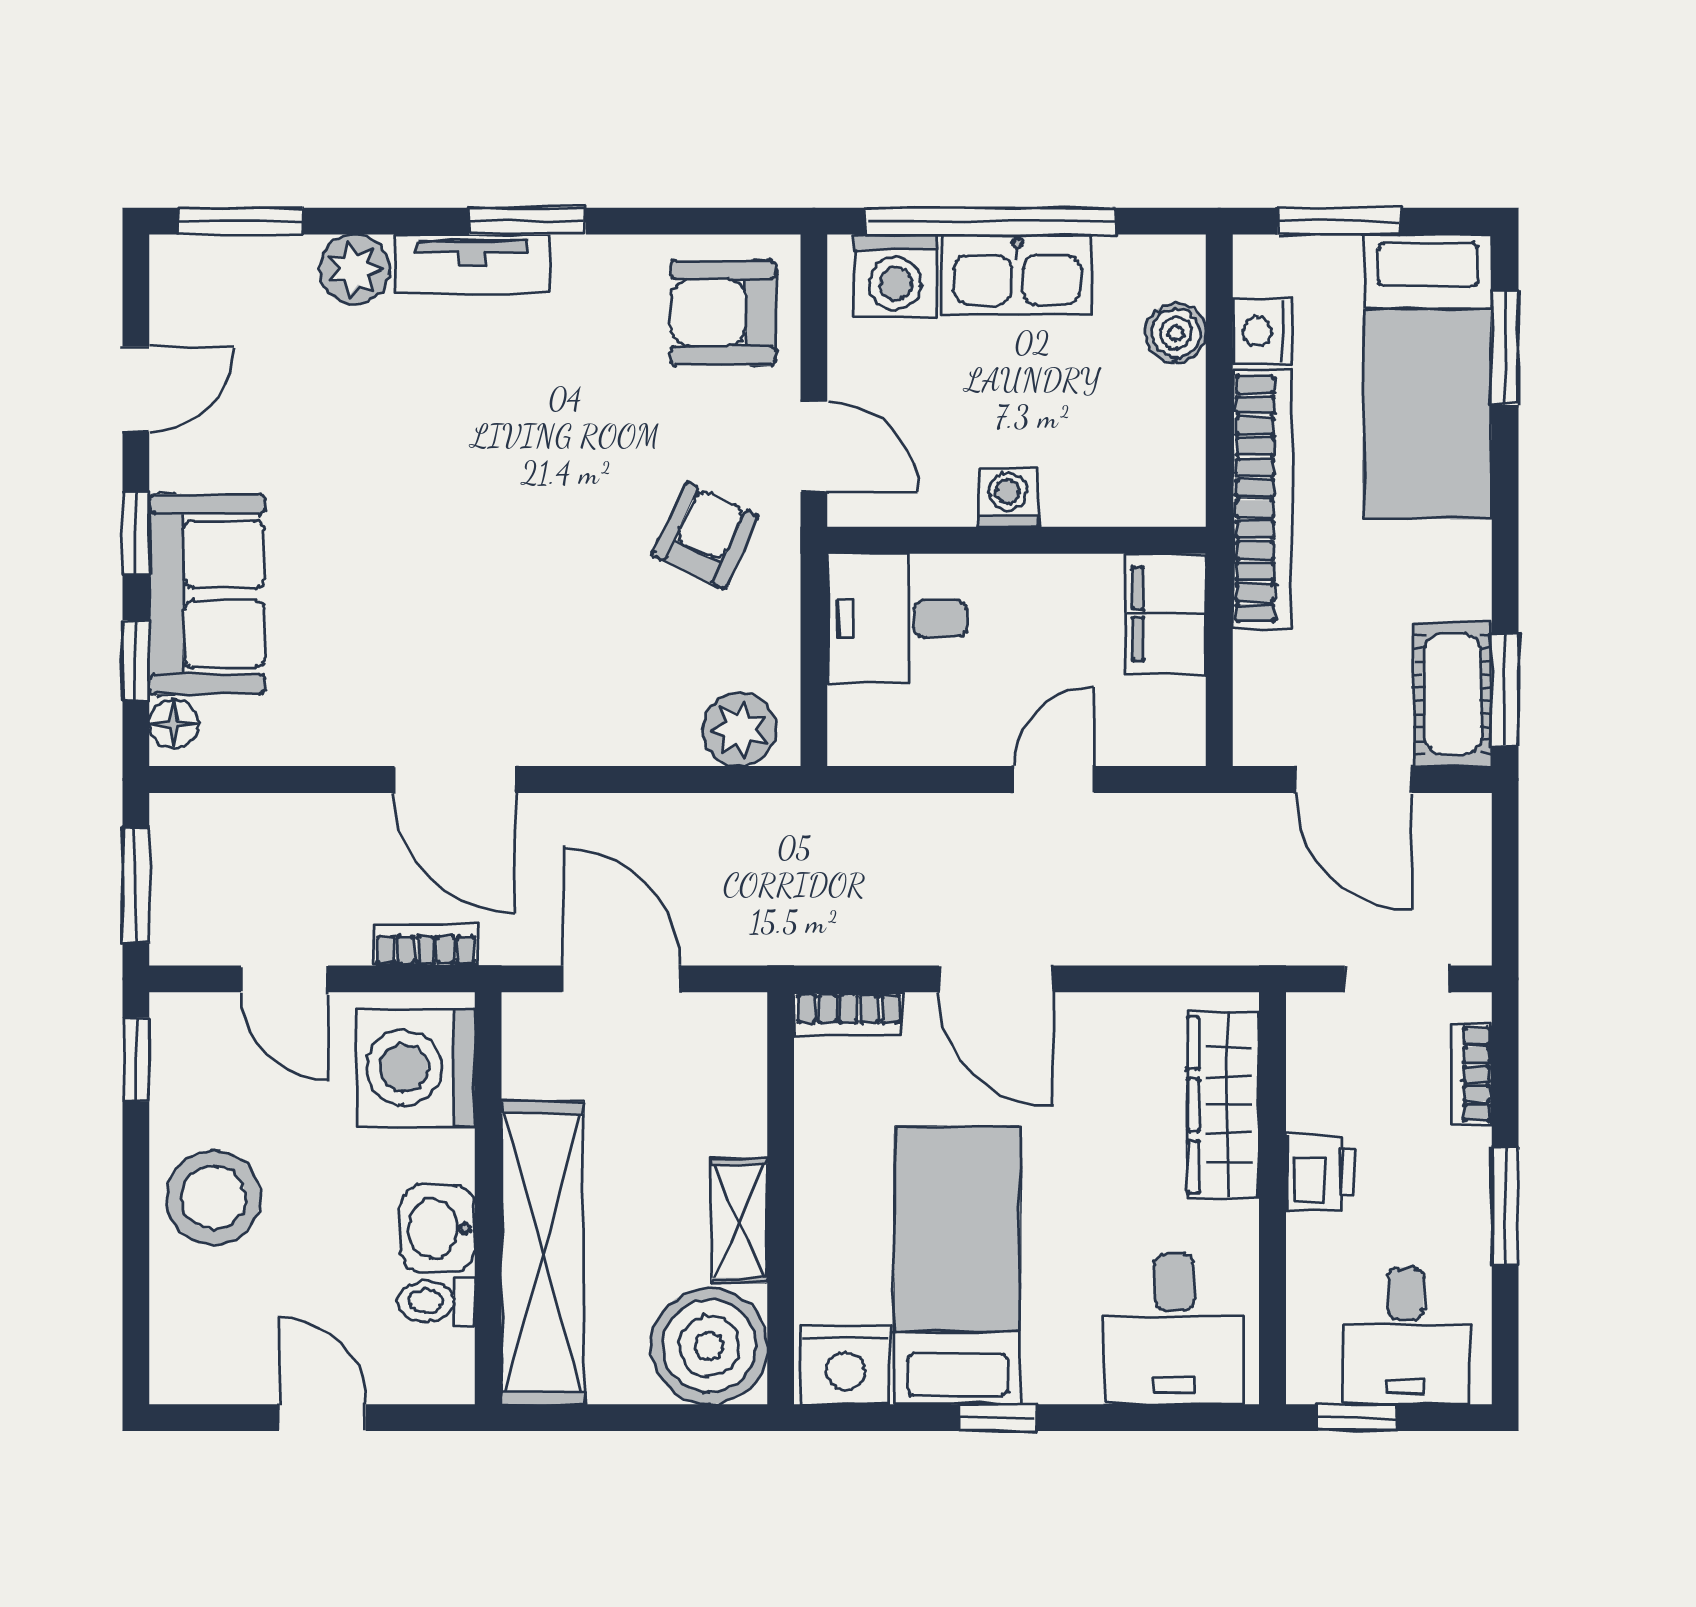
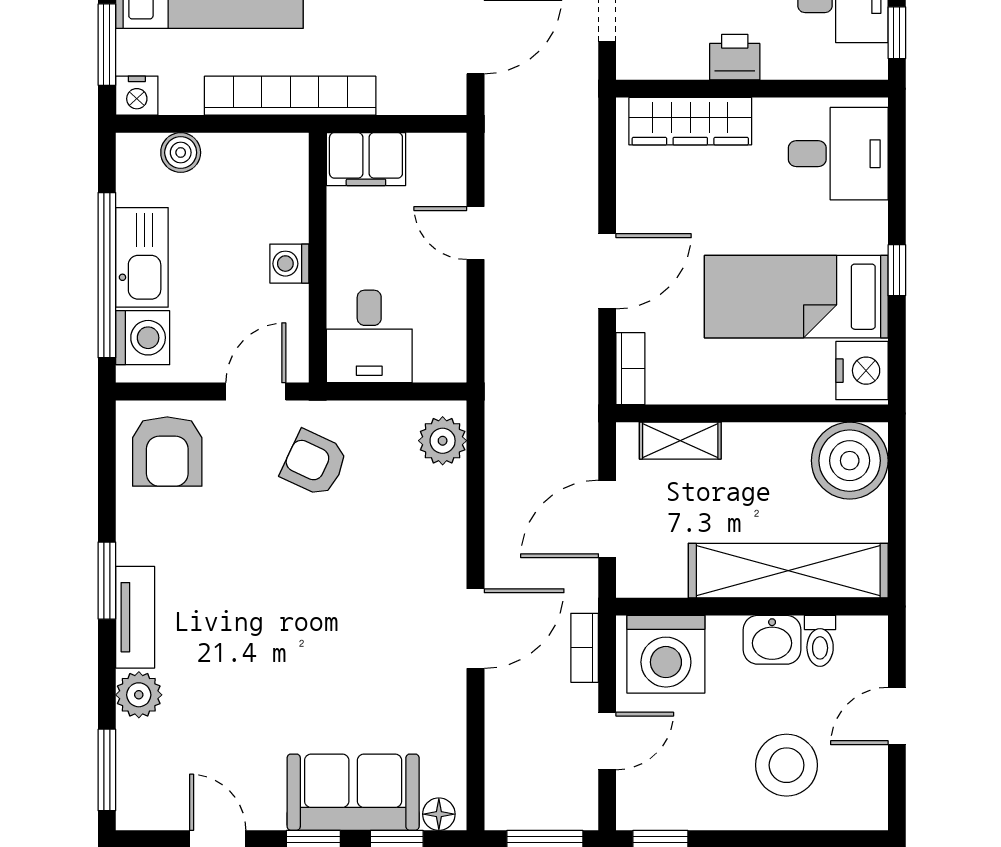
nightstand: (1262, 332) -> (137, 96), moved
stool: (213, 1198) -> (787, 765), moved
shelving: (739, 1221) -> (680, 441), moved

